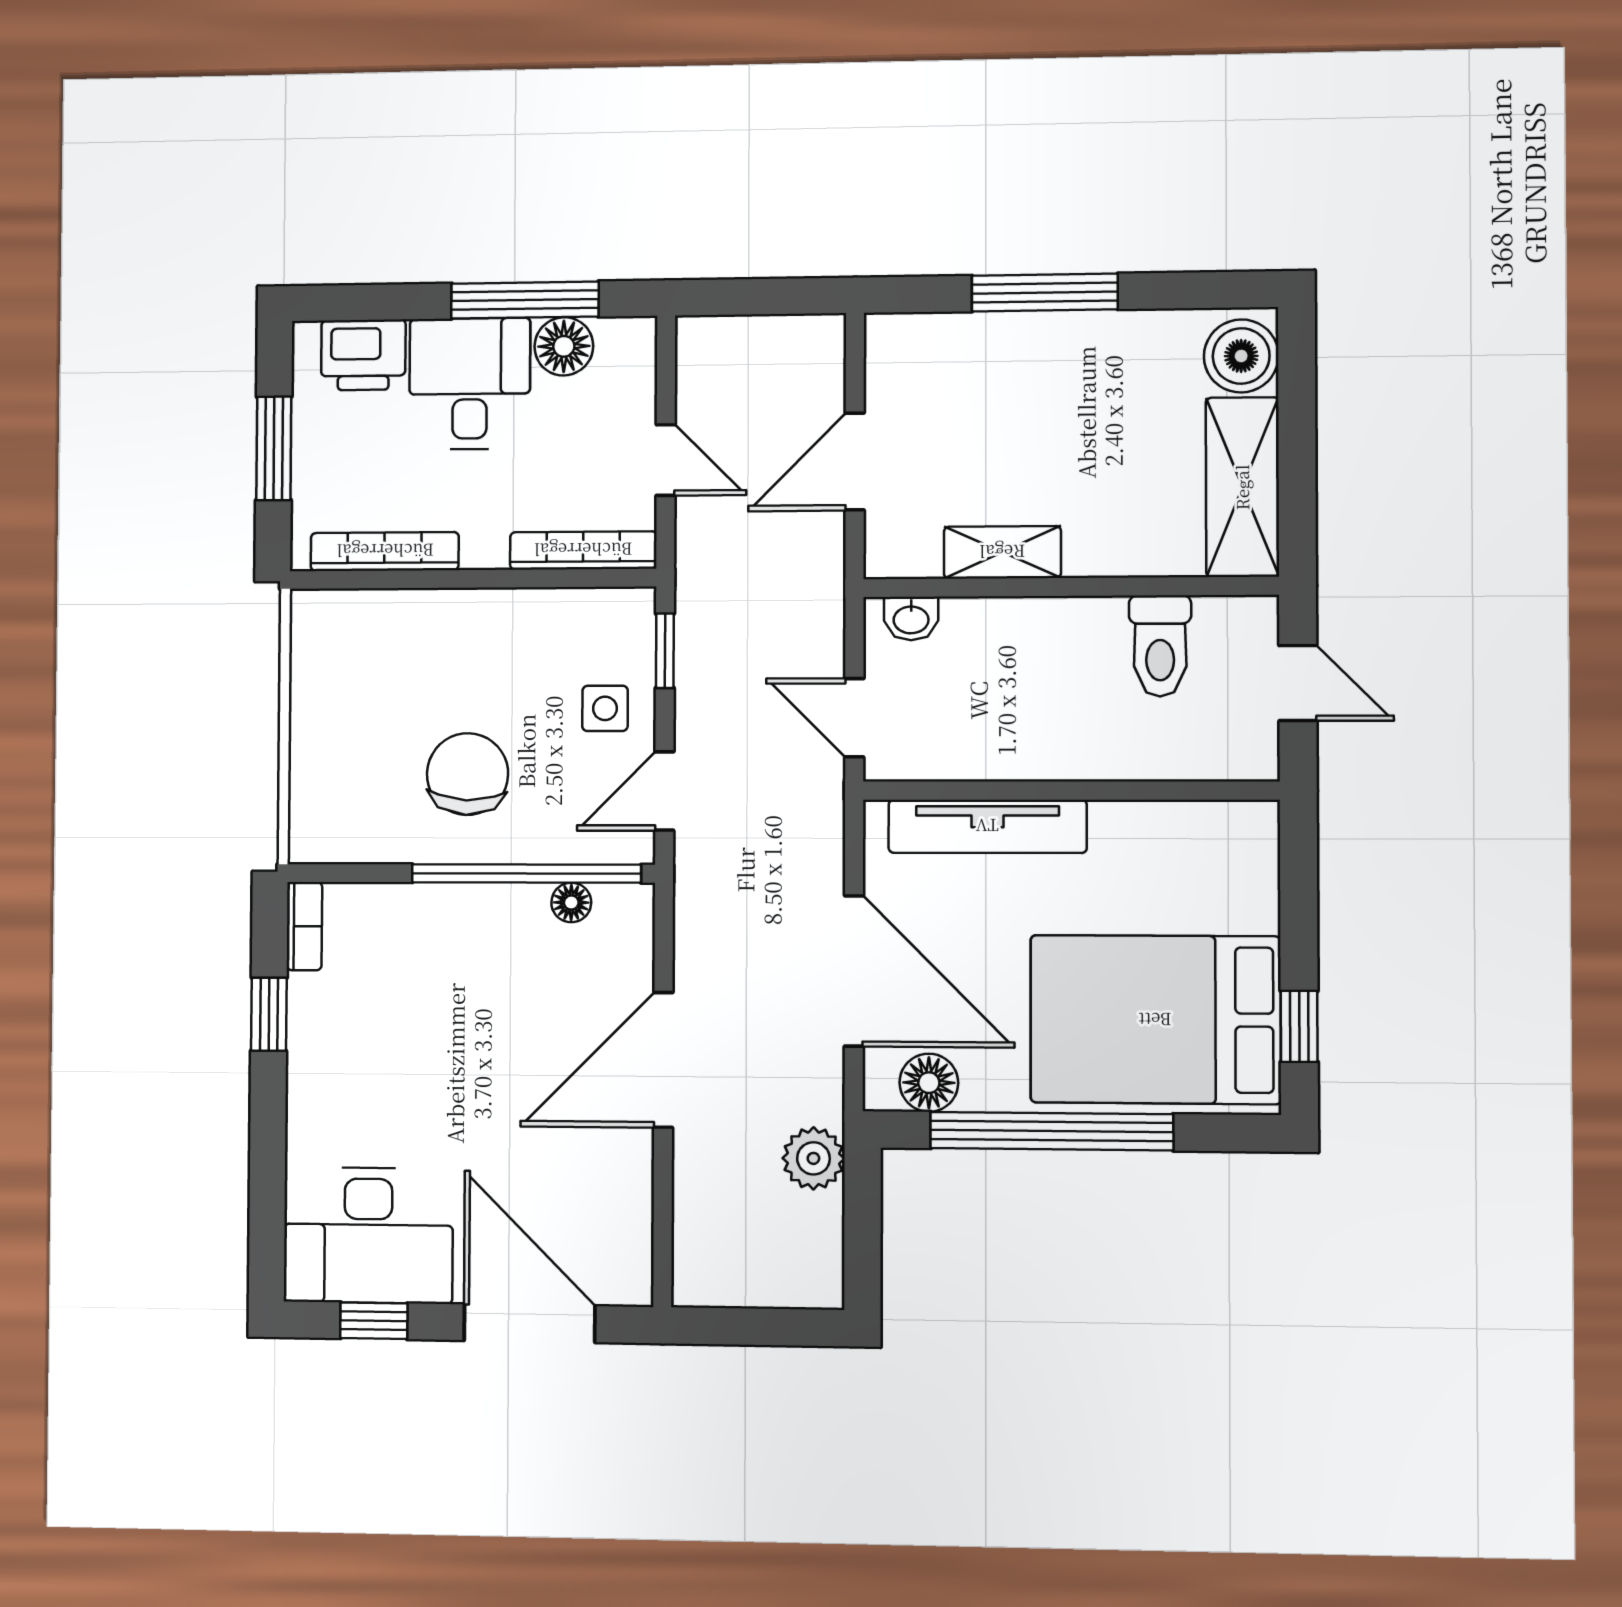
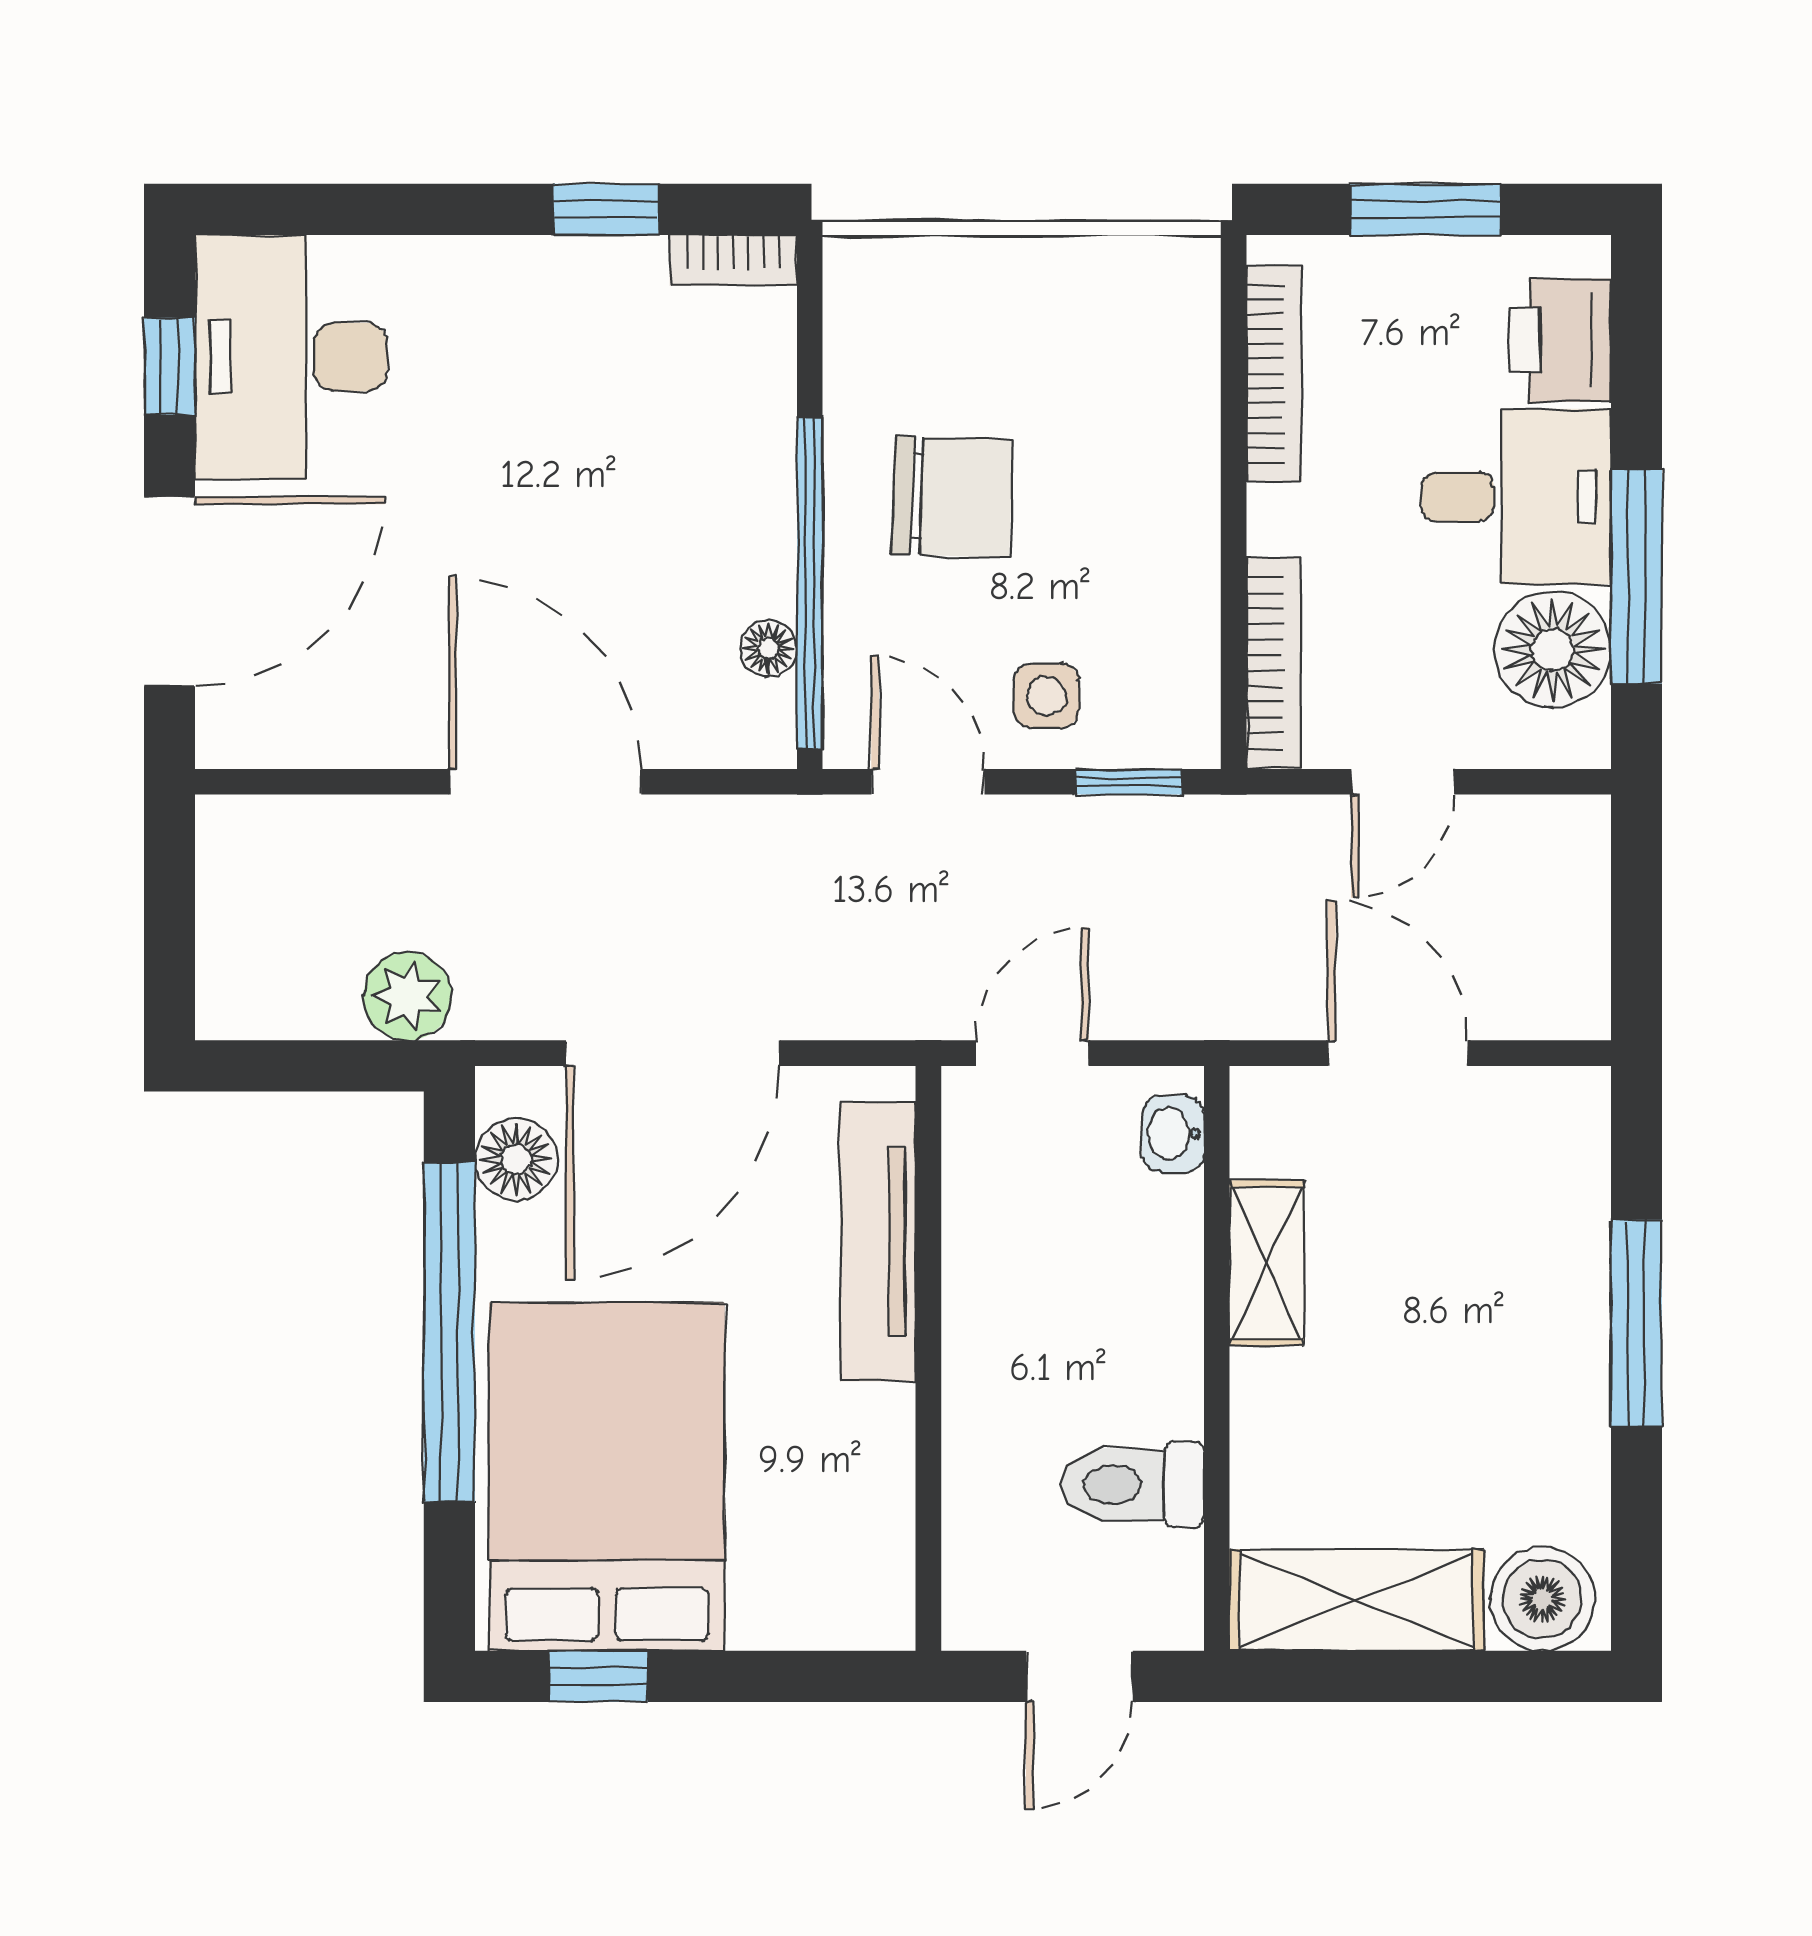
floor lamp: (564, 346) -> (1553, 649), width x1.38, depth x1.38

